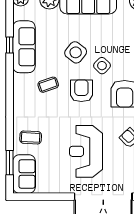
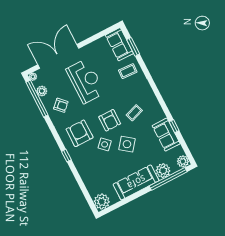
sofa: (24, 47) -> (166, 135), width x0.73

